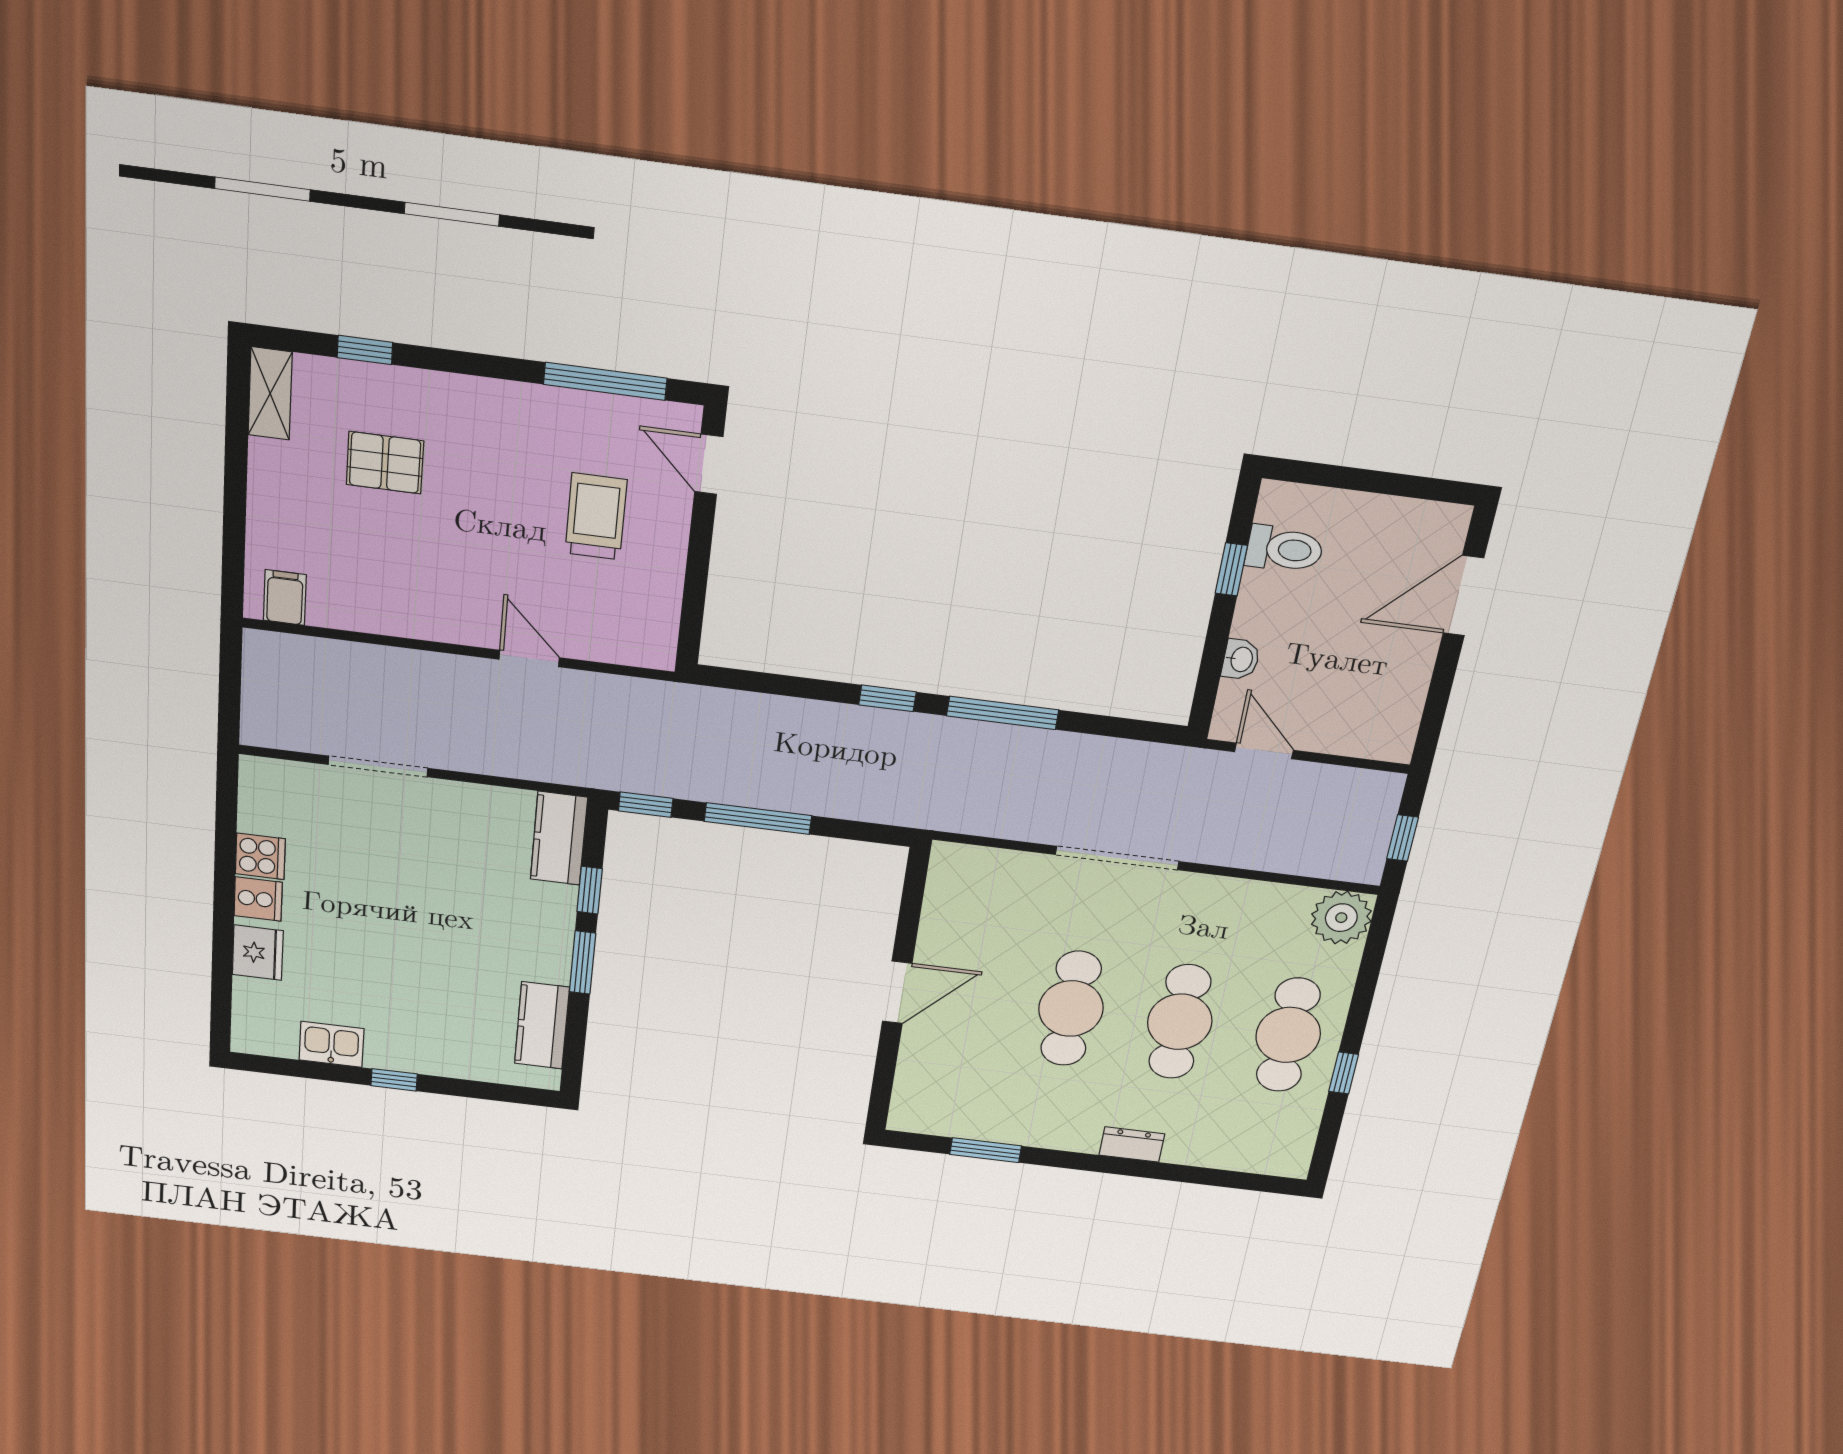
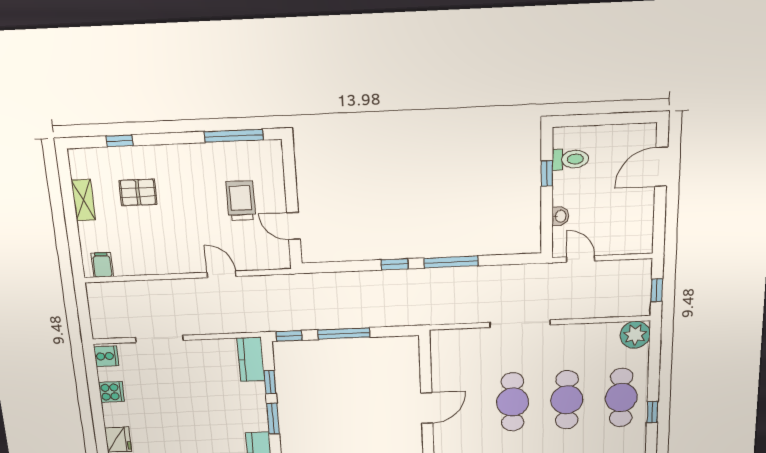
shelving: (270, 393) -> (83, 200), moved
door: (709, 464) -> (294, 226), moved
cooker: (258, 899) -> (106, 356), moved

